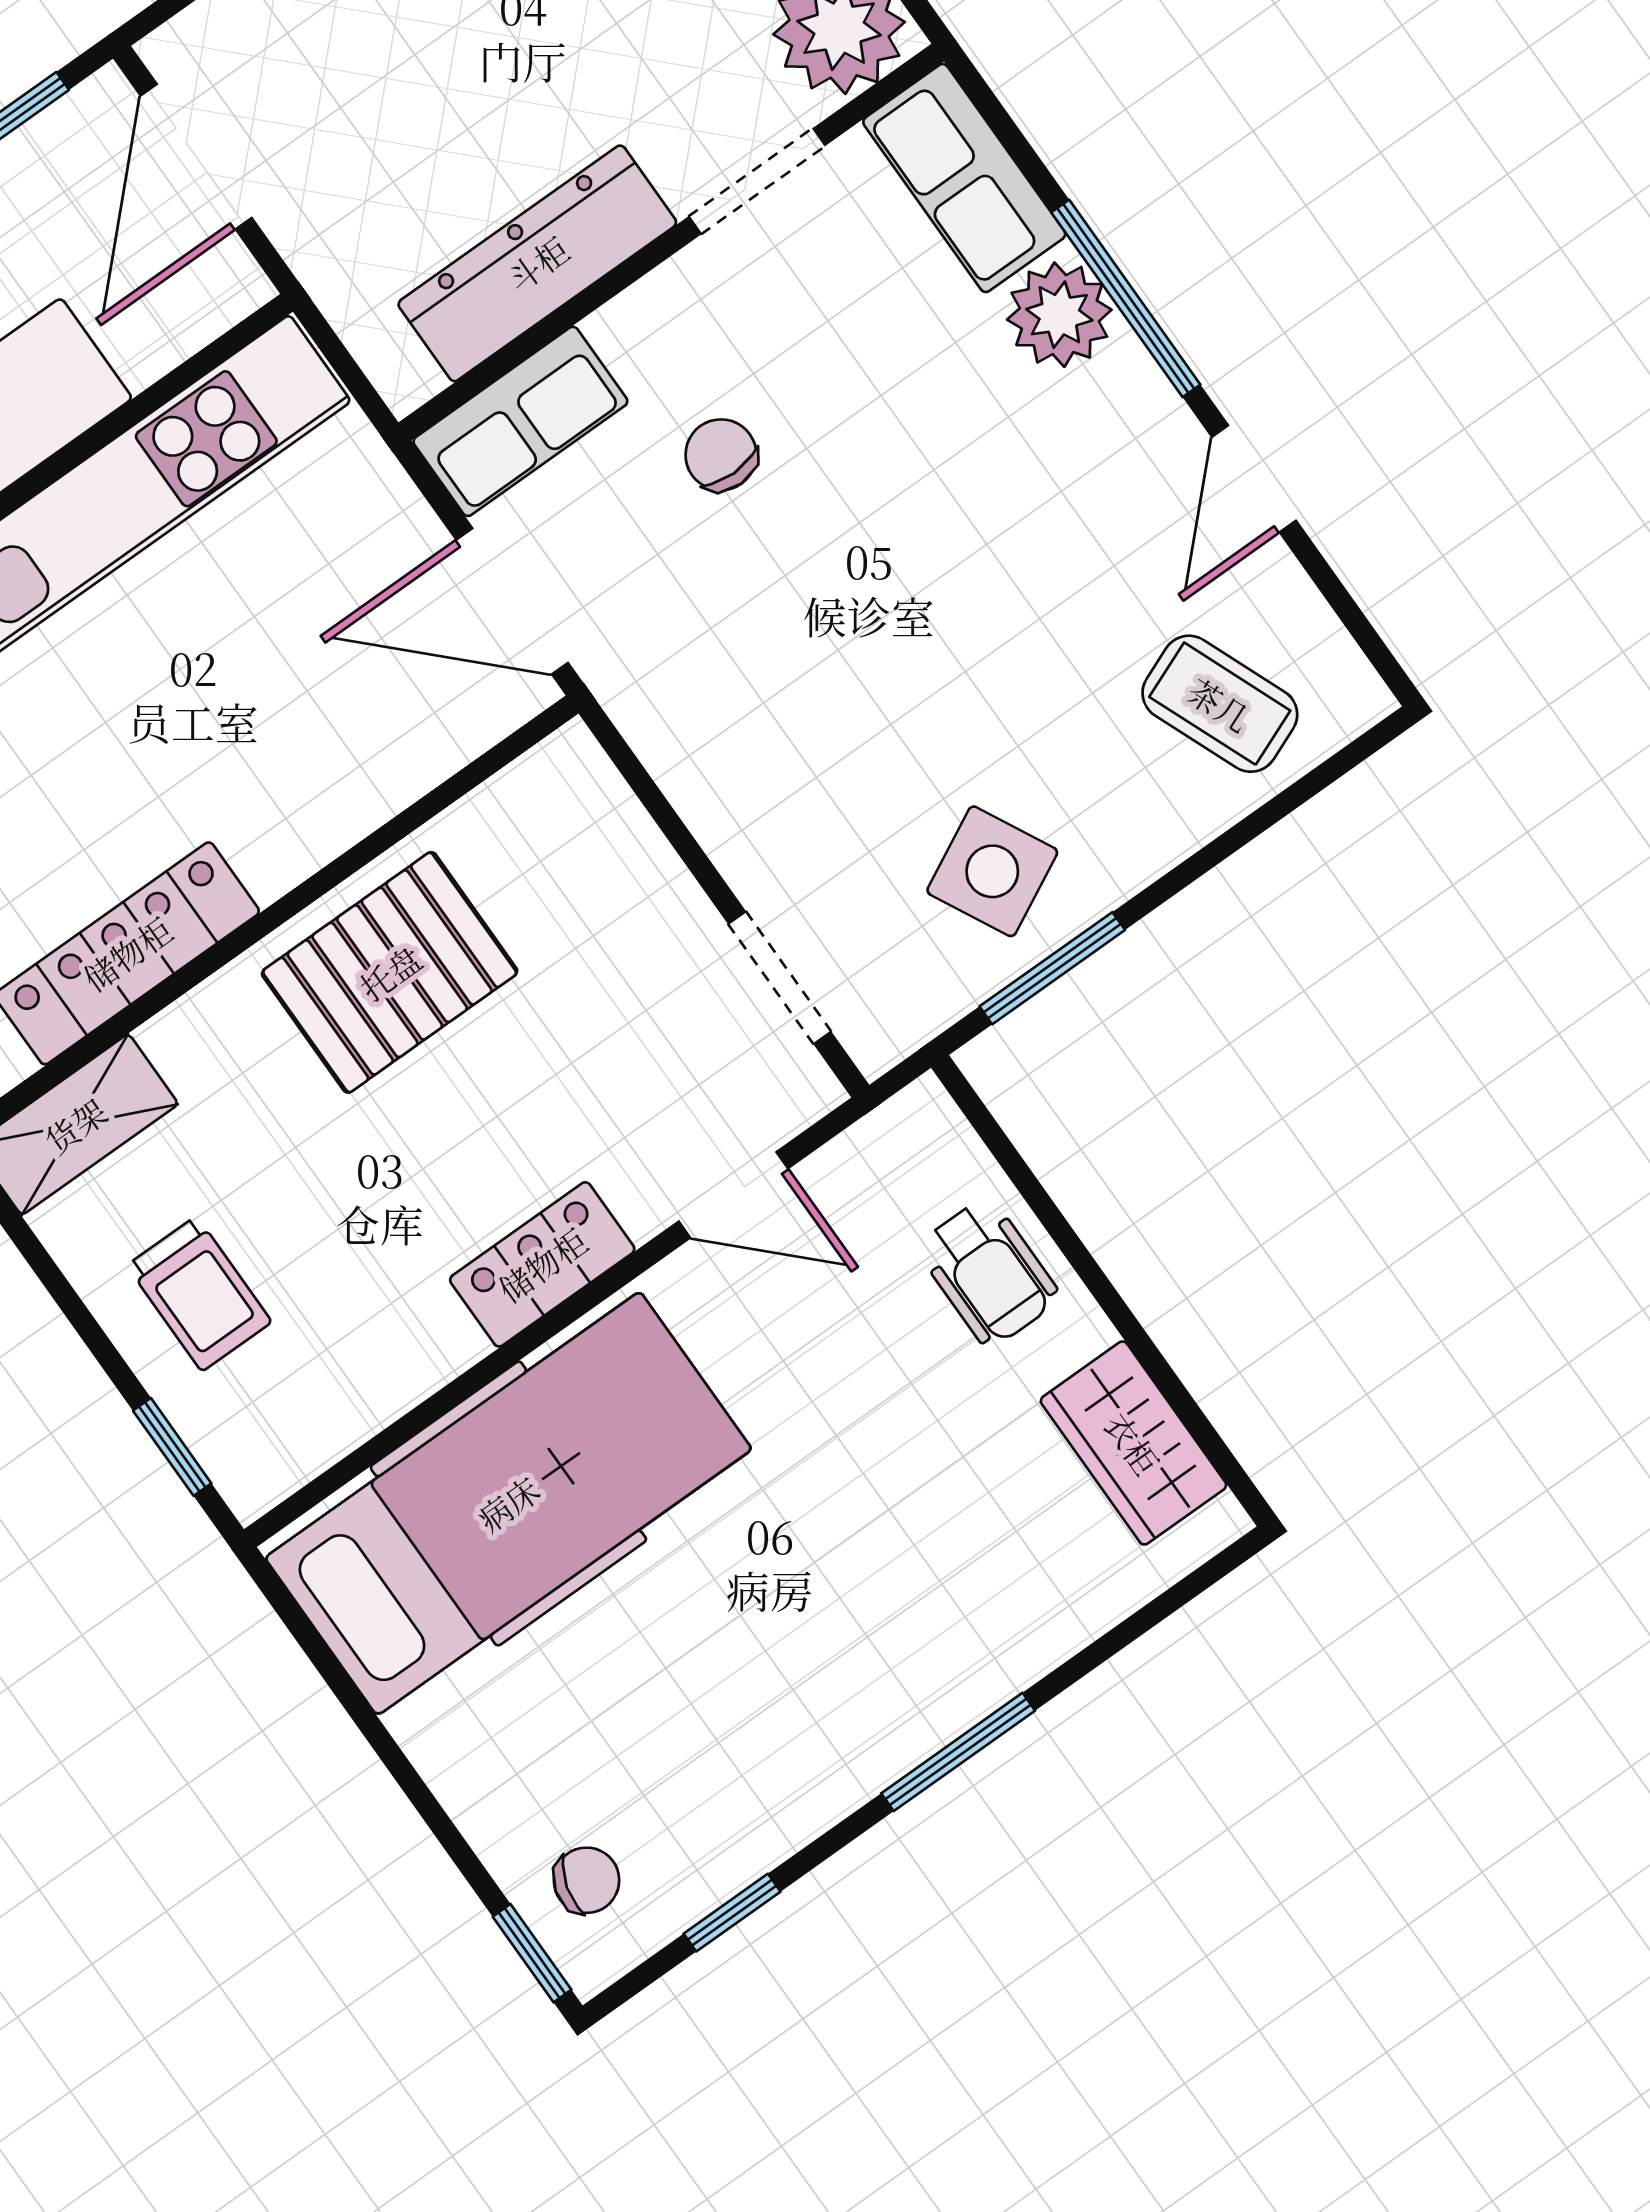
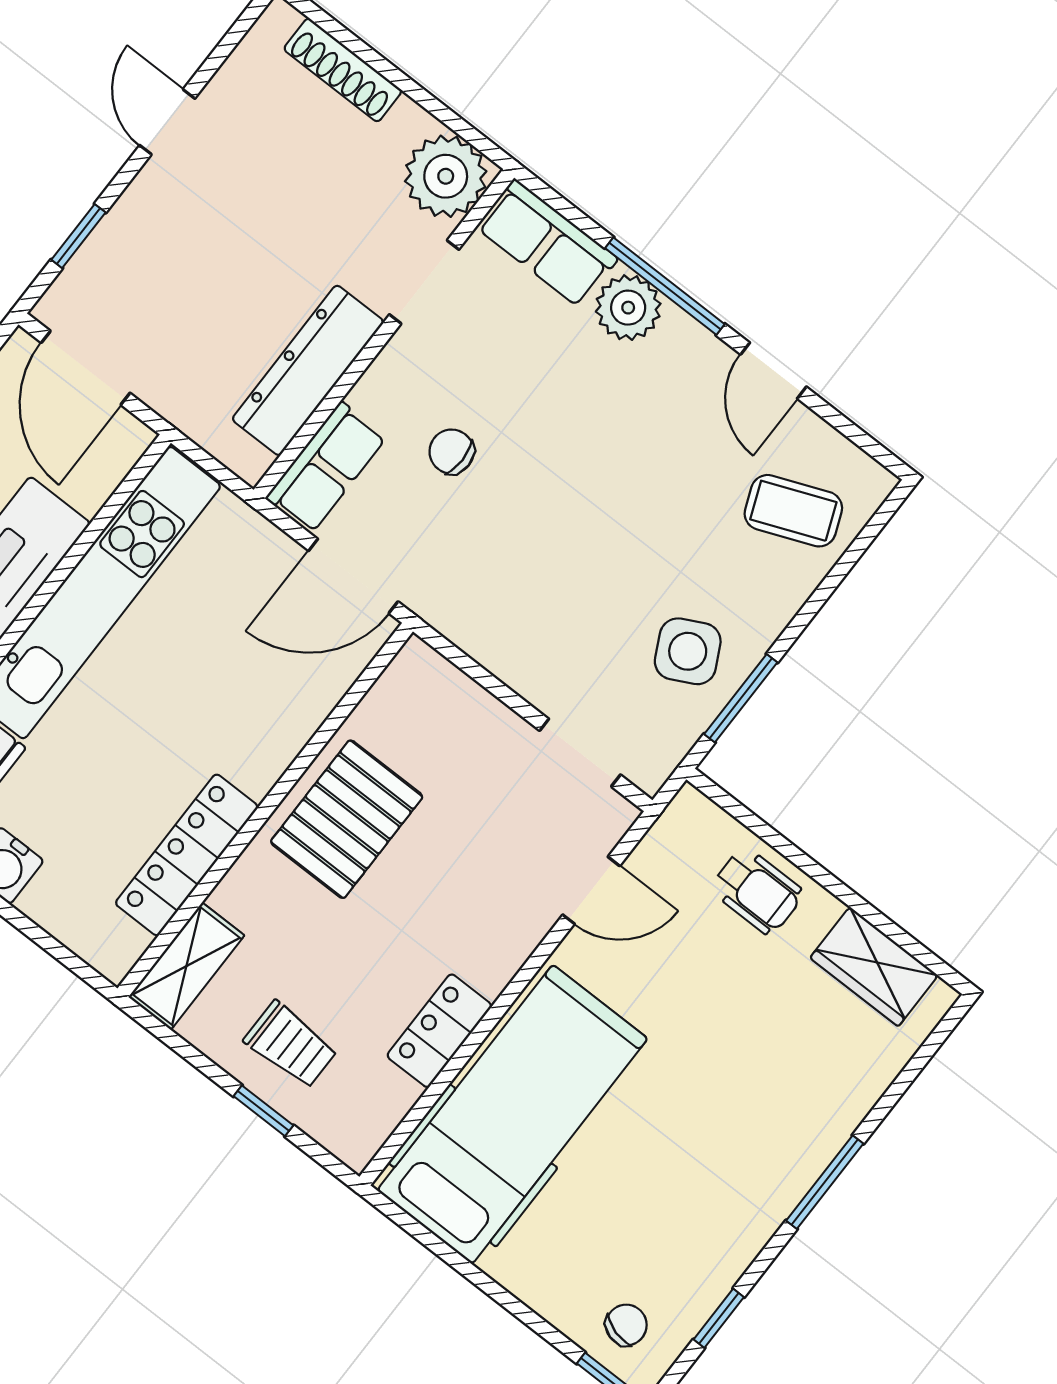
locker: (542, 1264) -> (439, 1031), moved
window: (172, 1447) -> (263, 1111), moved

